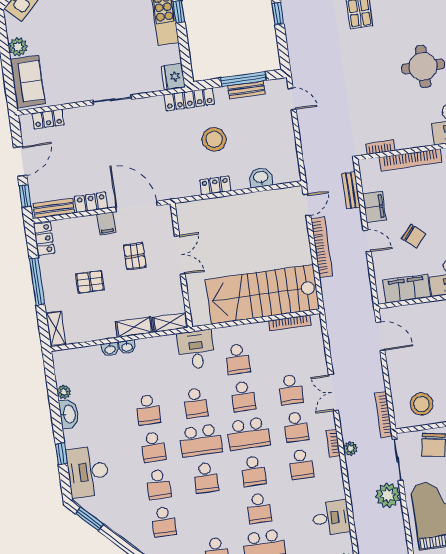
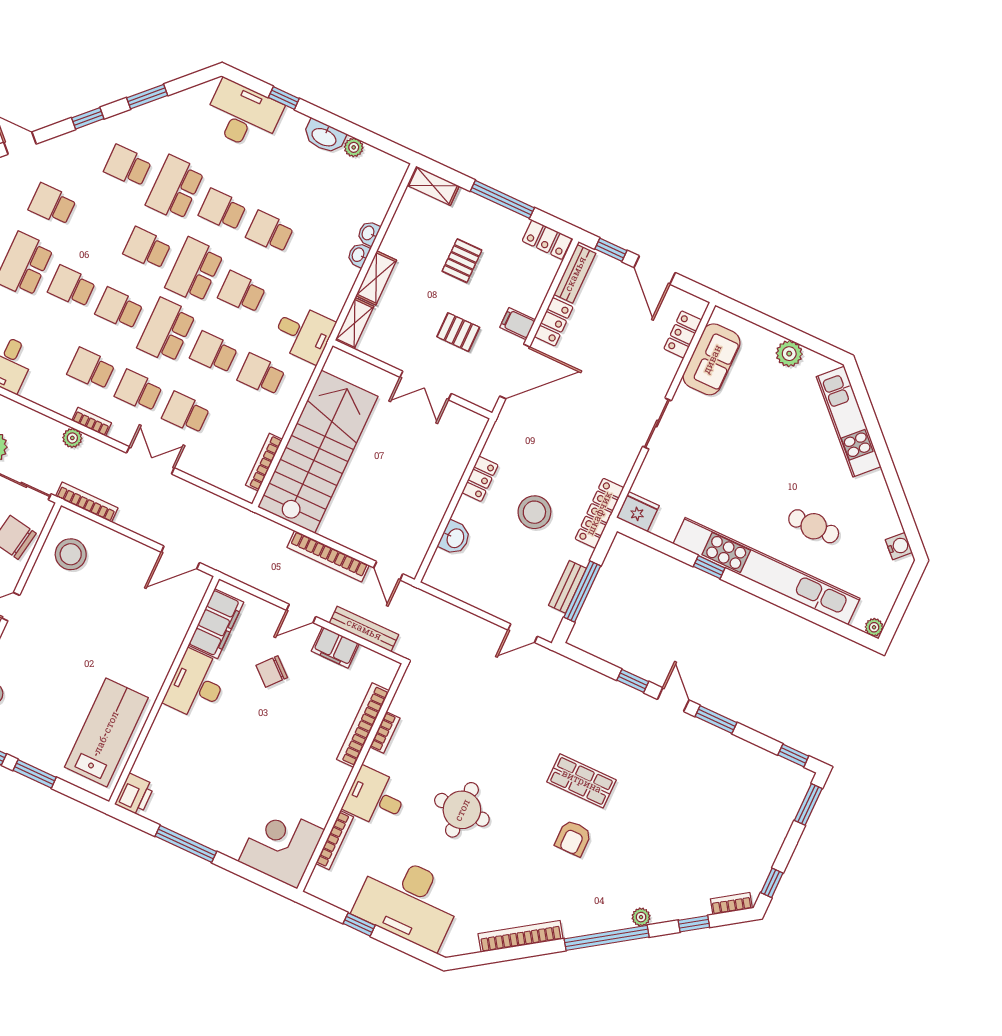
sofa: (28, 82) -> (712, 359), moved, turned -90
bookcase: (380, 147) -> (385, 732), moved
bench: (351, 190) -> (364, 629), width x1.36
school desk: (159, 484) -> (175, 188), width x1.85
window: (89, 519) -> (147, 97), moved

